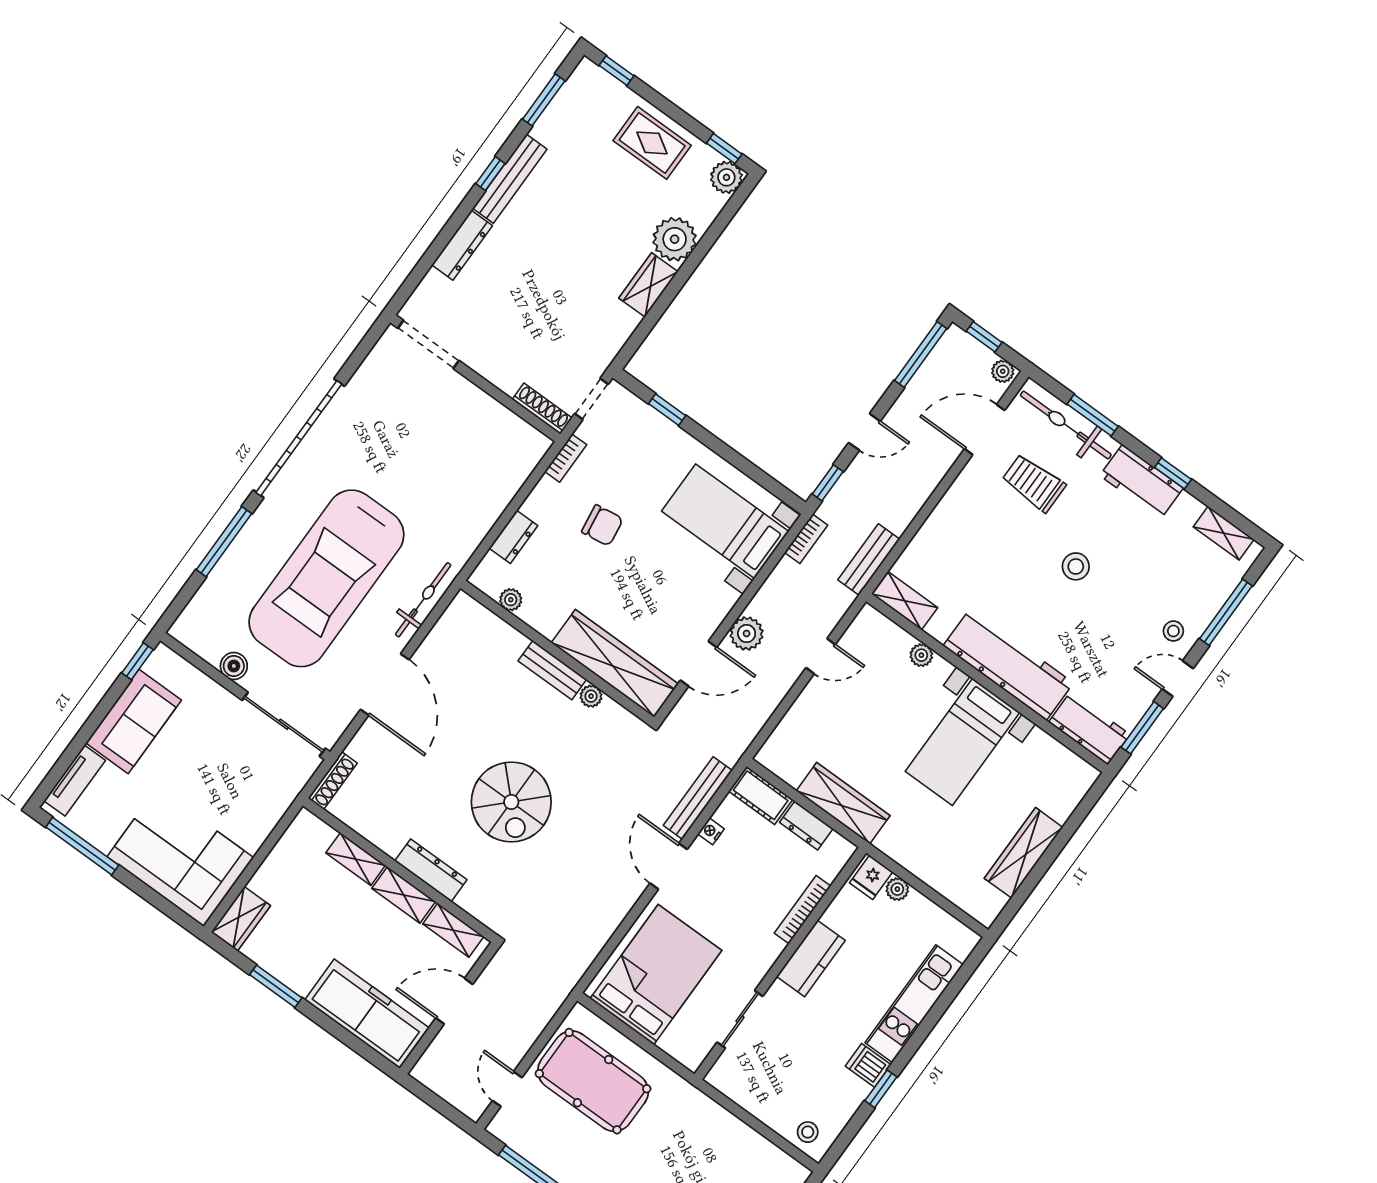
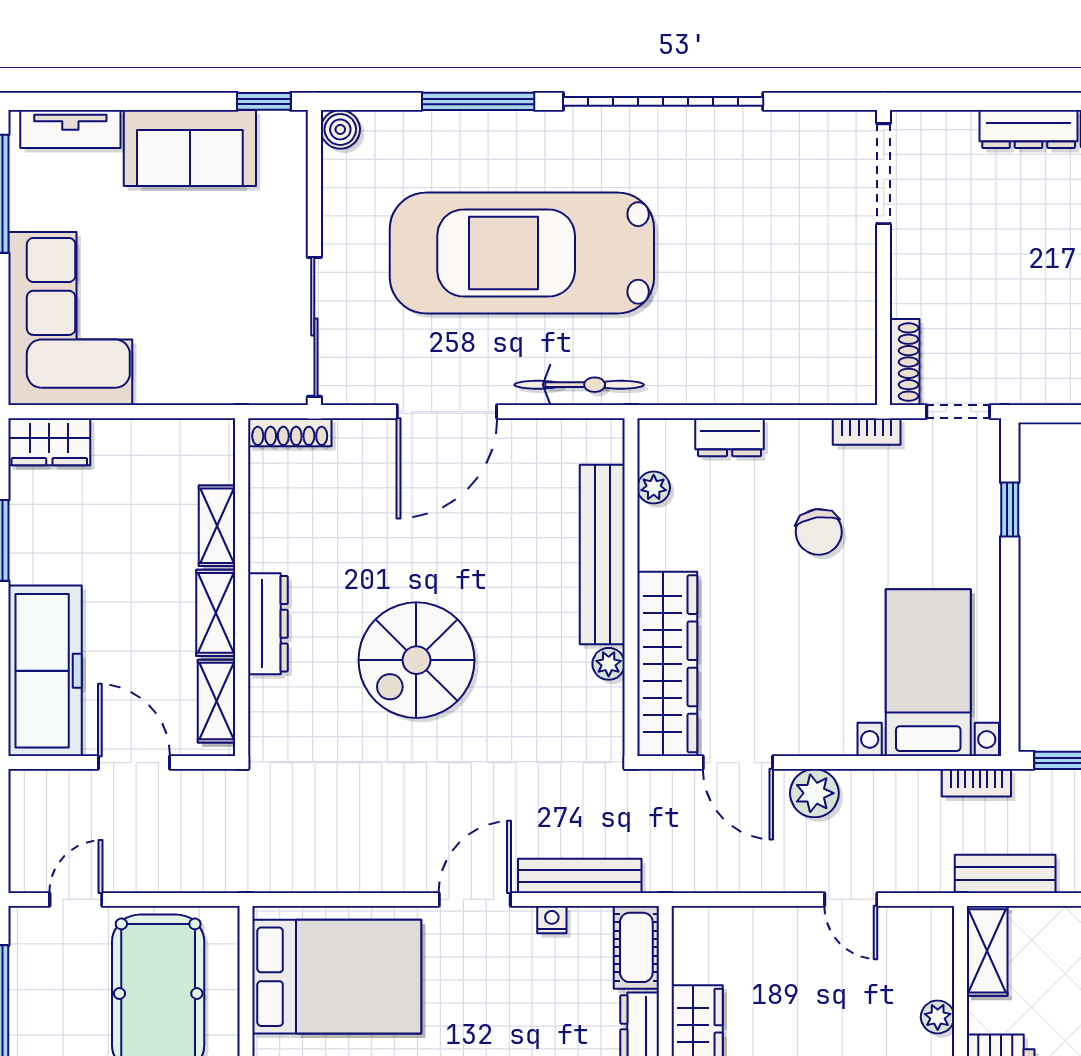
boiler: (234, 666) -> (340, 129), moved
bench: (552, 670) -> (602, 555), width x1.86, depth x1.21

